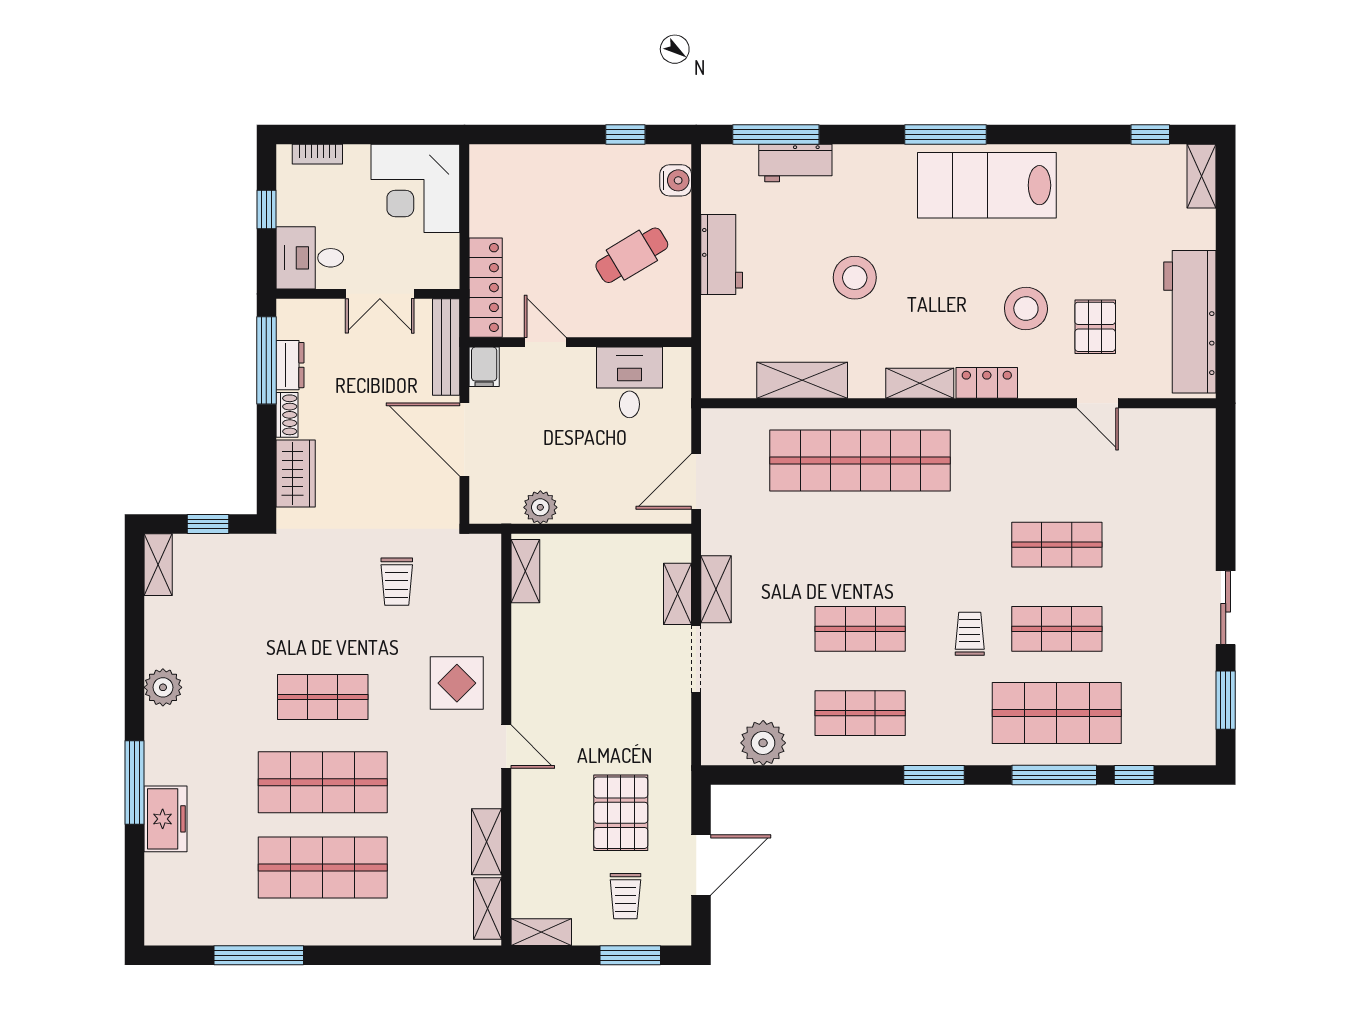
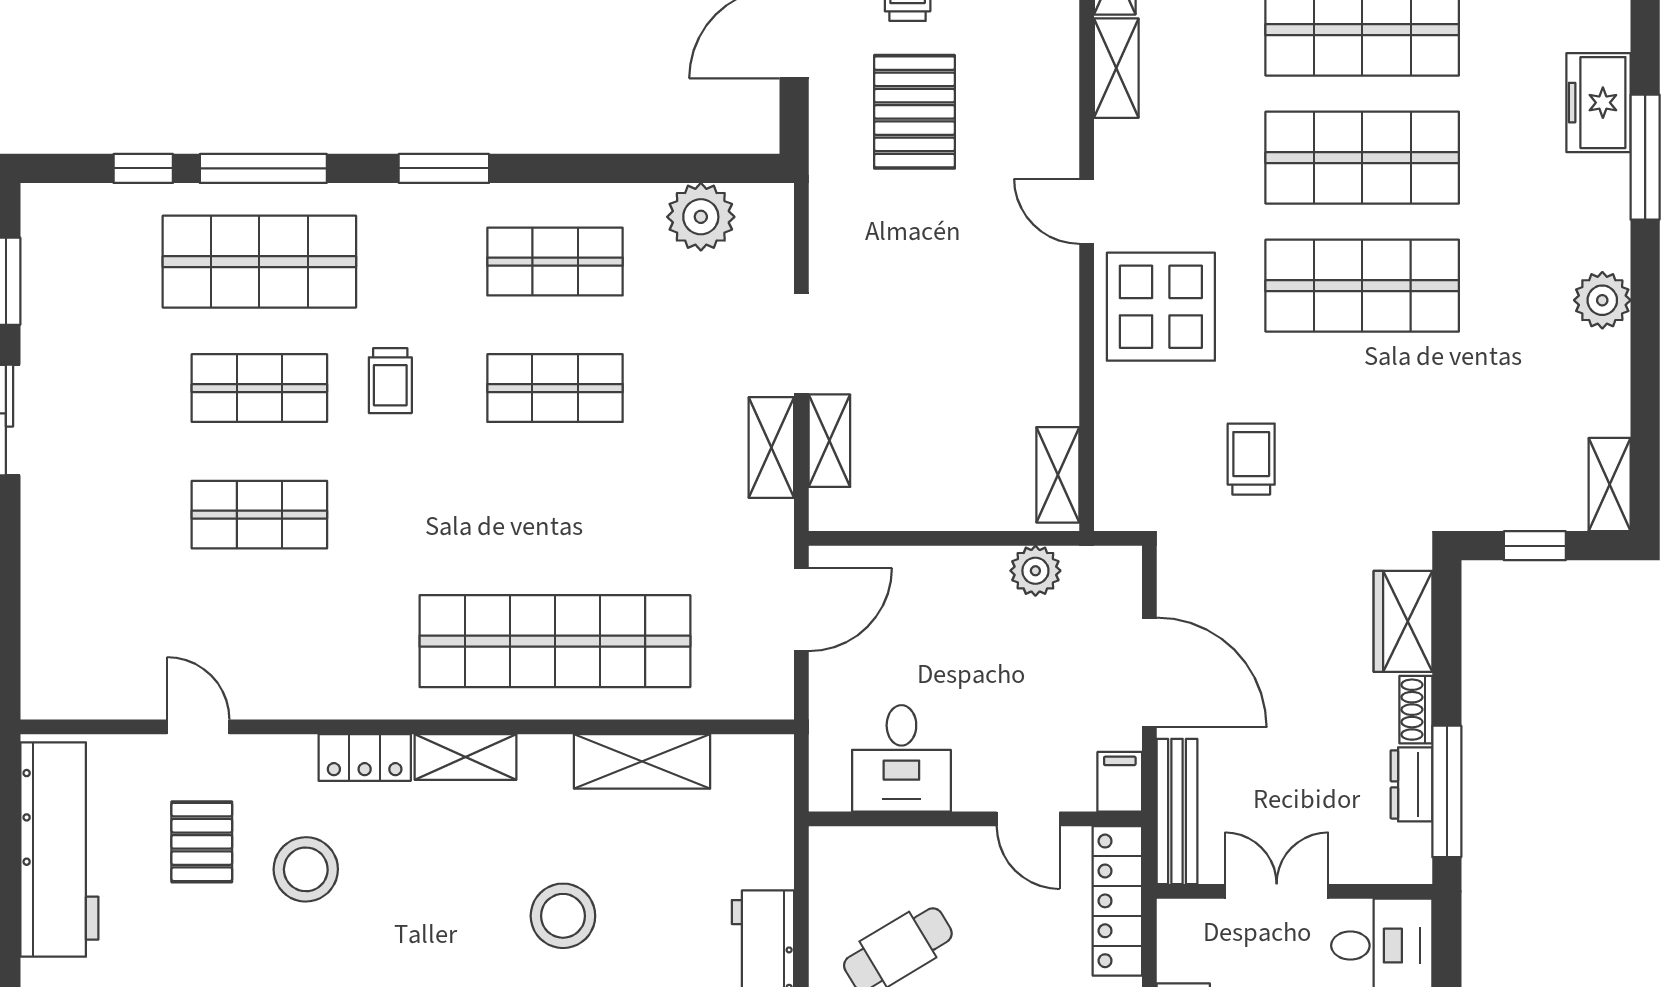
display table: (457, 683) -> (1161, 307), width x1.36, depth x1.36
shop shelf: (323, 697) -> (1362, 286), width x1.43, depth x1.36

